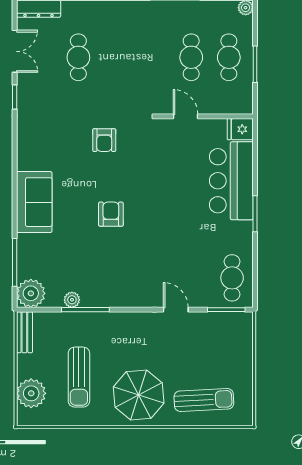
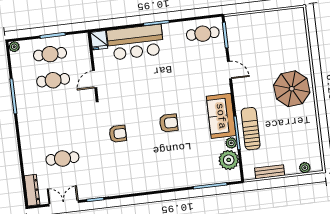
sofa: (34, 202) -> (221, 116), moved, turned -90
armchair: (111, 214) -> (169, 123), turned 180
plant: (31, 293) -> (229, 160), moved
door: (176, 310) -> (229, 70), swing flipped
bench: (24, 332) -> (270, 172), moved
sun lounger: (79, 377) -> (251, 129), moved, turned -90
plant: (31, 393) -> (305, 168), width x0.53, depth x0.53
sun lounger: (204, 400) -> (290, 43), removed

